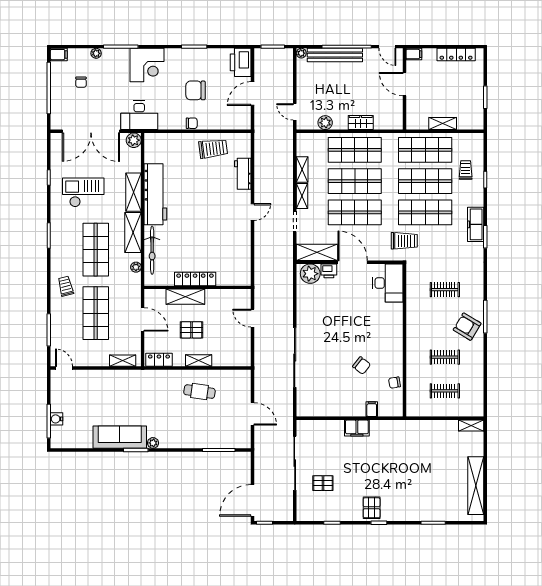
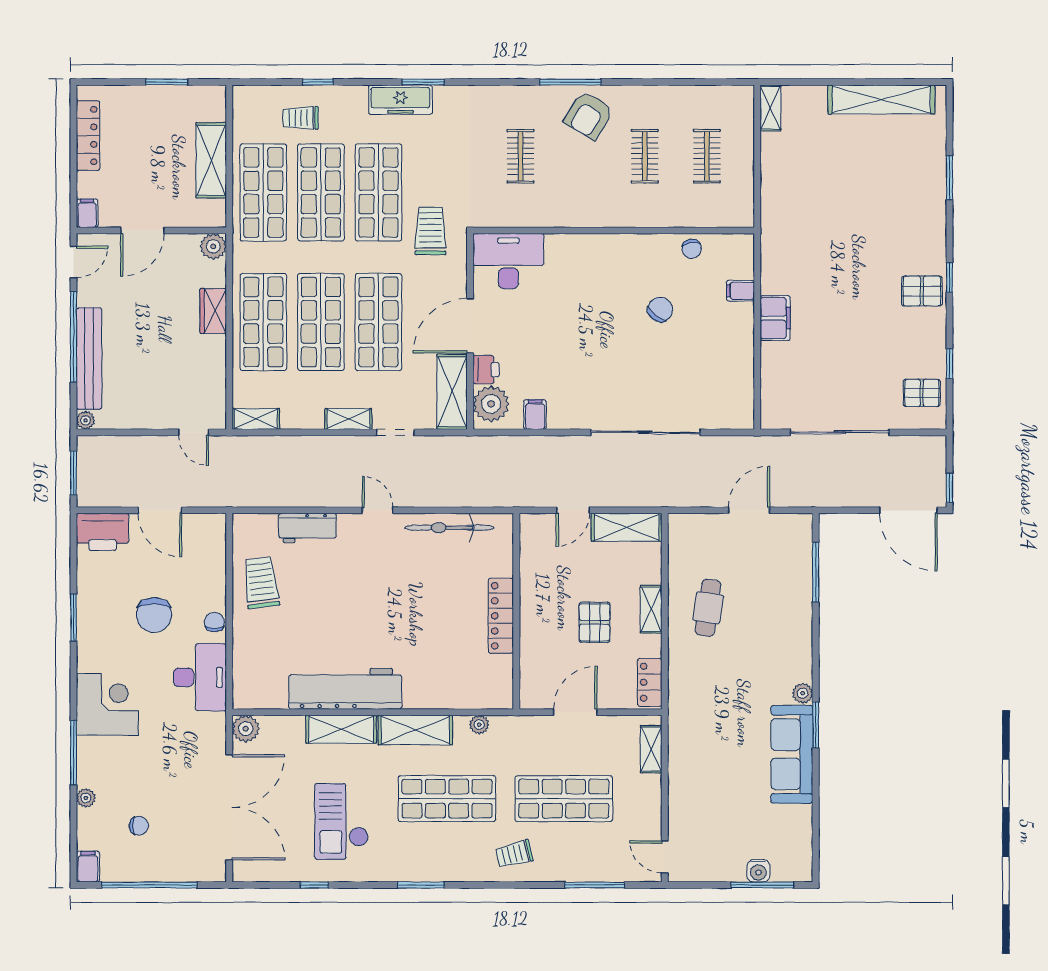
door: (295, 112) -> (194, 432), hinge flipped
desk: (139, 115) -> (200, 677), moved
plant: (325, 123) -> (213, 246), moved
shelving: (443, 124) -> (211, 160), width x1.50, depth x1.33
shelving: (302, 170) -> (256, 419), moved
bicycle: (152, 250) -> (449, 528), moved, turned 180
shelving: (185, 297) -> (627, 527), moved, turned 90
filing cabinet: (304, 297) -> (535, 415), added
door: (64, 368) -> (665, 857), hinge flipped
pallet: (323, 483) -> (922, 393), moved, turned 90

